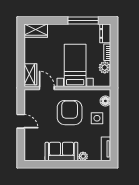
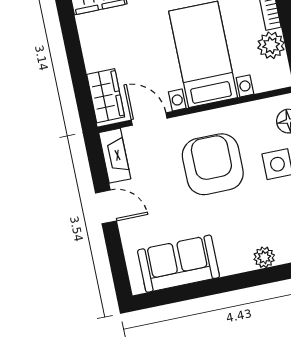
fireplace: (29, 100) -> (115, 156), added
sofa: (61, 152) -> (179, 264), moved

